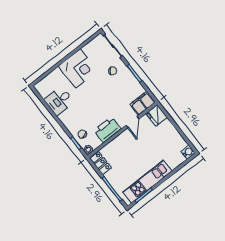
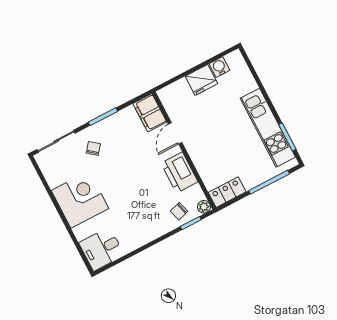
desk: (59, 101) -> (102, 249), moved, turned 90
fridge: (157, 115) -> (201, 80), moved
door: (132, 122) -> (175, 133), swing flipped
water cooler: (188, 152) -> (219, 67), moved

